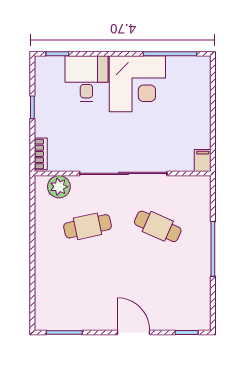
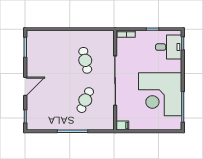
desk: (86, 79) -> (169, 47), moved
corner desk: (137, 84) -> (160, 94), width x1.36, depth x1.36
plant: (59, 187) -> (108, 44), removed

